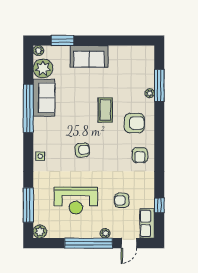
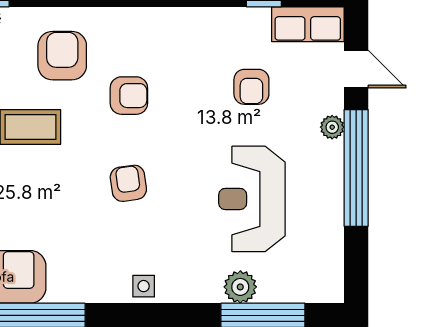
armchair: (140, 155) -> (129, 96), moved
reception desk: (76, 201) -> (252, 199), turned 180
plant: (40, 232) -> (240, 287), moved

